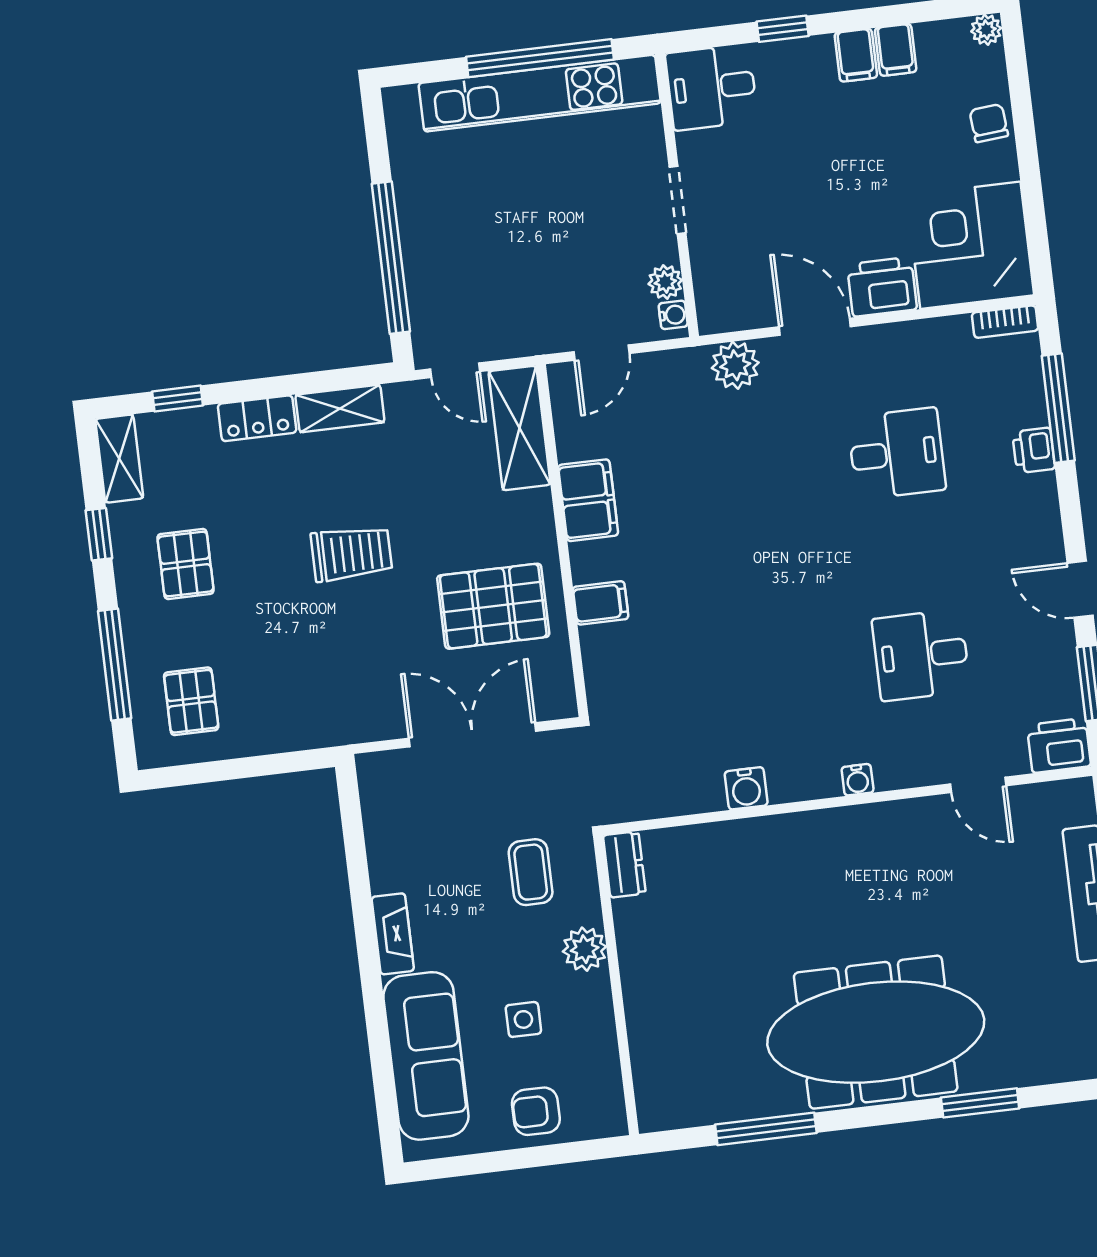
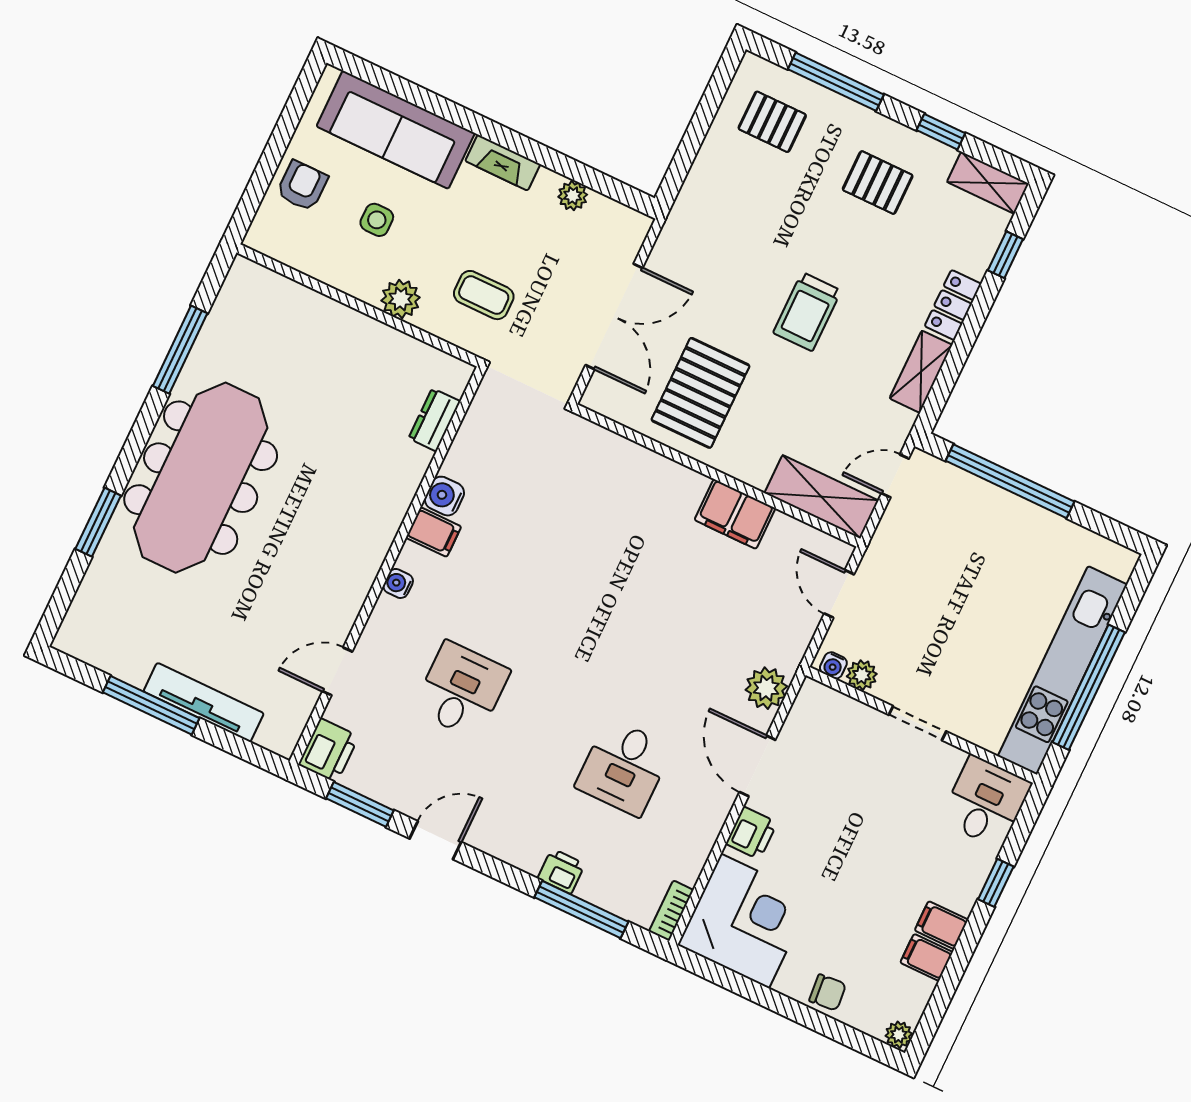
printer: (882, 287) -> (751, 833), width x0.73, depth x0.81
door: (815, 327) -> (757, 766), swing flipped
filing cabinet: (601, 603) -> (434, 532), moved, turned -90
plant: (382, 847) -> (573, 196), added
dresser: (624, 864) -> (434, 420), moved, turned 90

